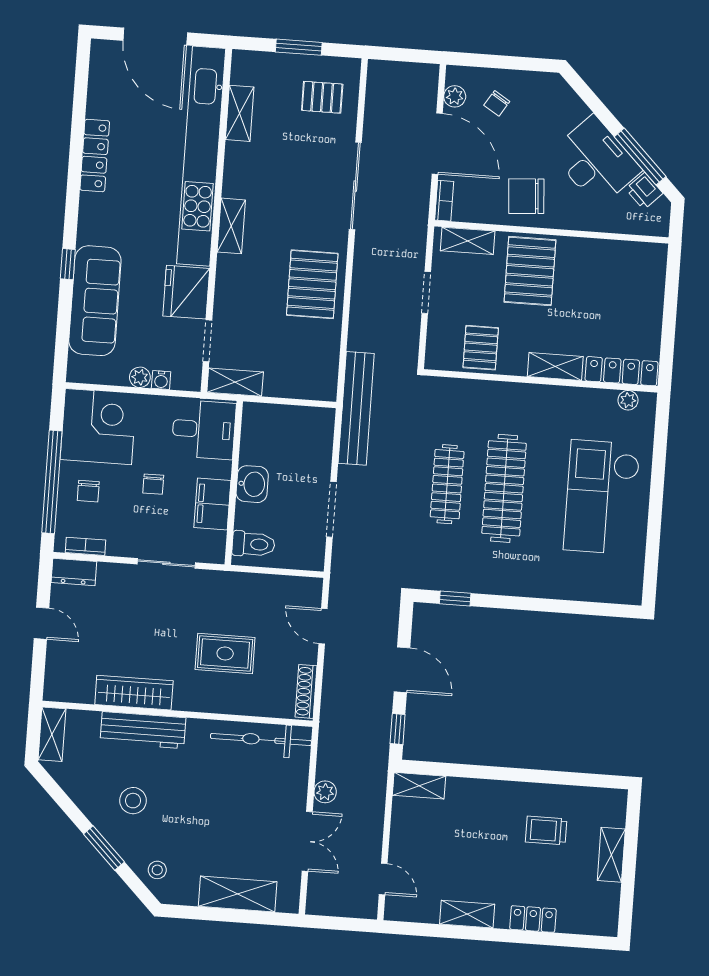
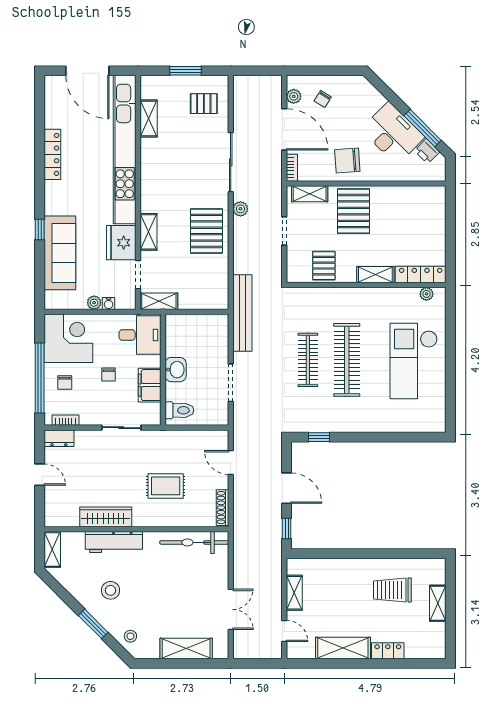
shelving: (231, 226) -> (149, 232), moved
shelving: (419, 786) -> (294, 593), moved, turned 90
plant: (325, 792) -> (240, 209), moved
trolley: (546, 830) -> (392, 590), width x1.36, depth x1.39
shelving: (467, 914) -> (343, 648), width x1.50, depth x1.33

